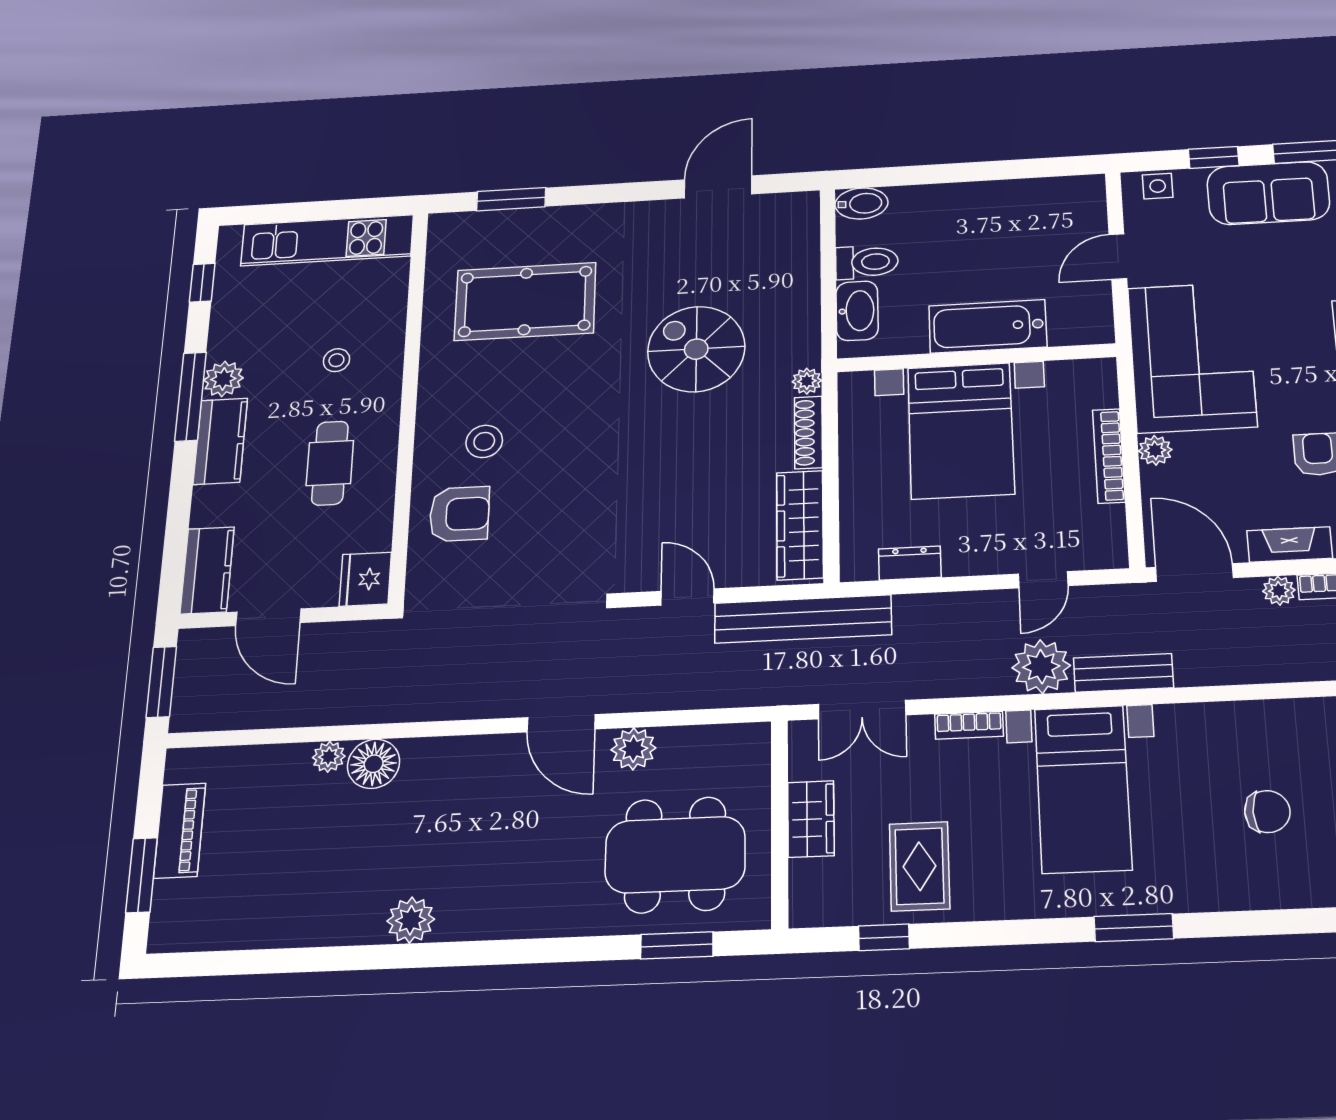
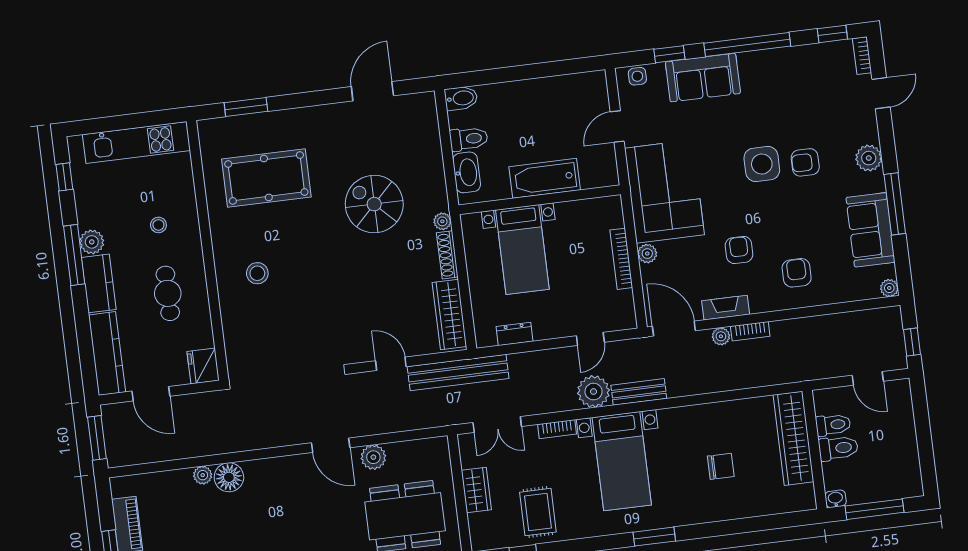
bed with nightstands: (961, 431) -> (522, 250), width x0.73
armchair: (459, 514) -> (251, 321), removed
kitchen counter: (207, 570) -> (107, 354), width x1.50

